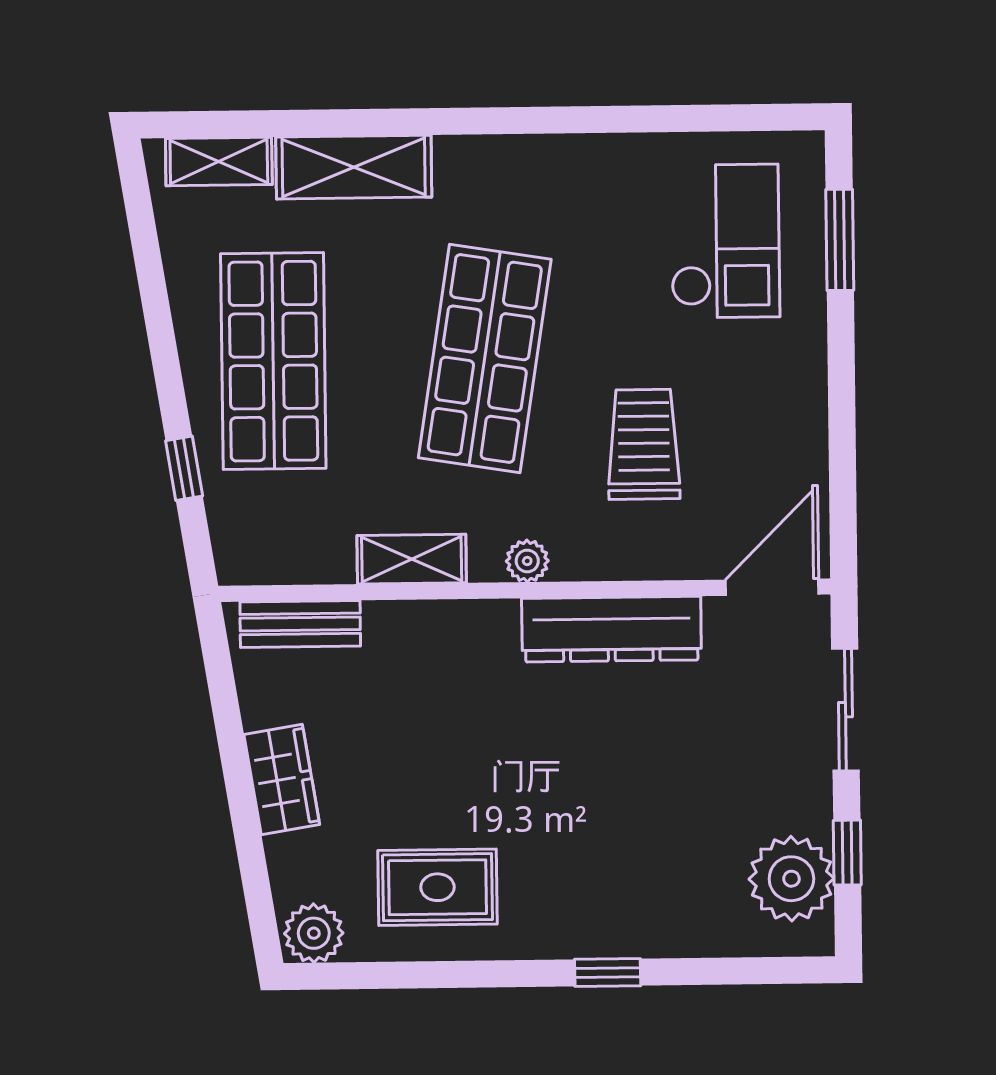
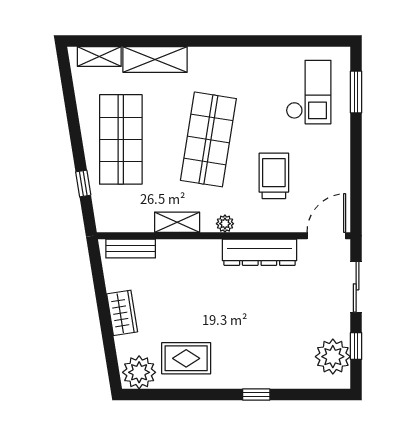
plant: (314, 933) -> (139, 372), width x1.36, depth x1.36

